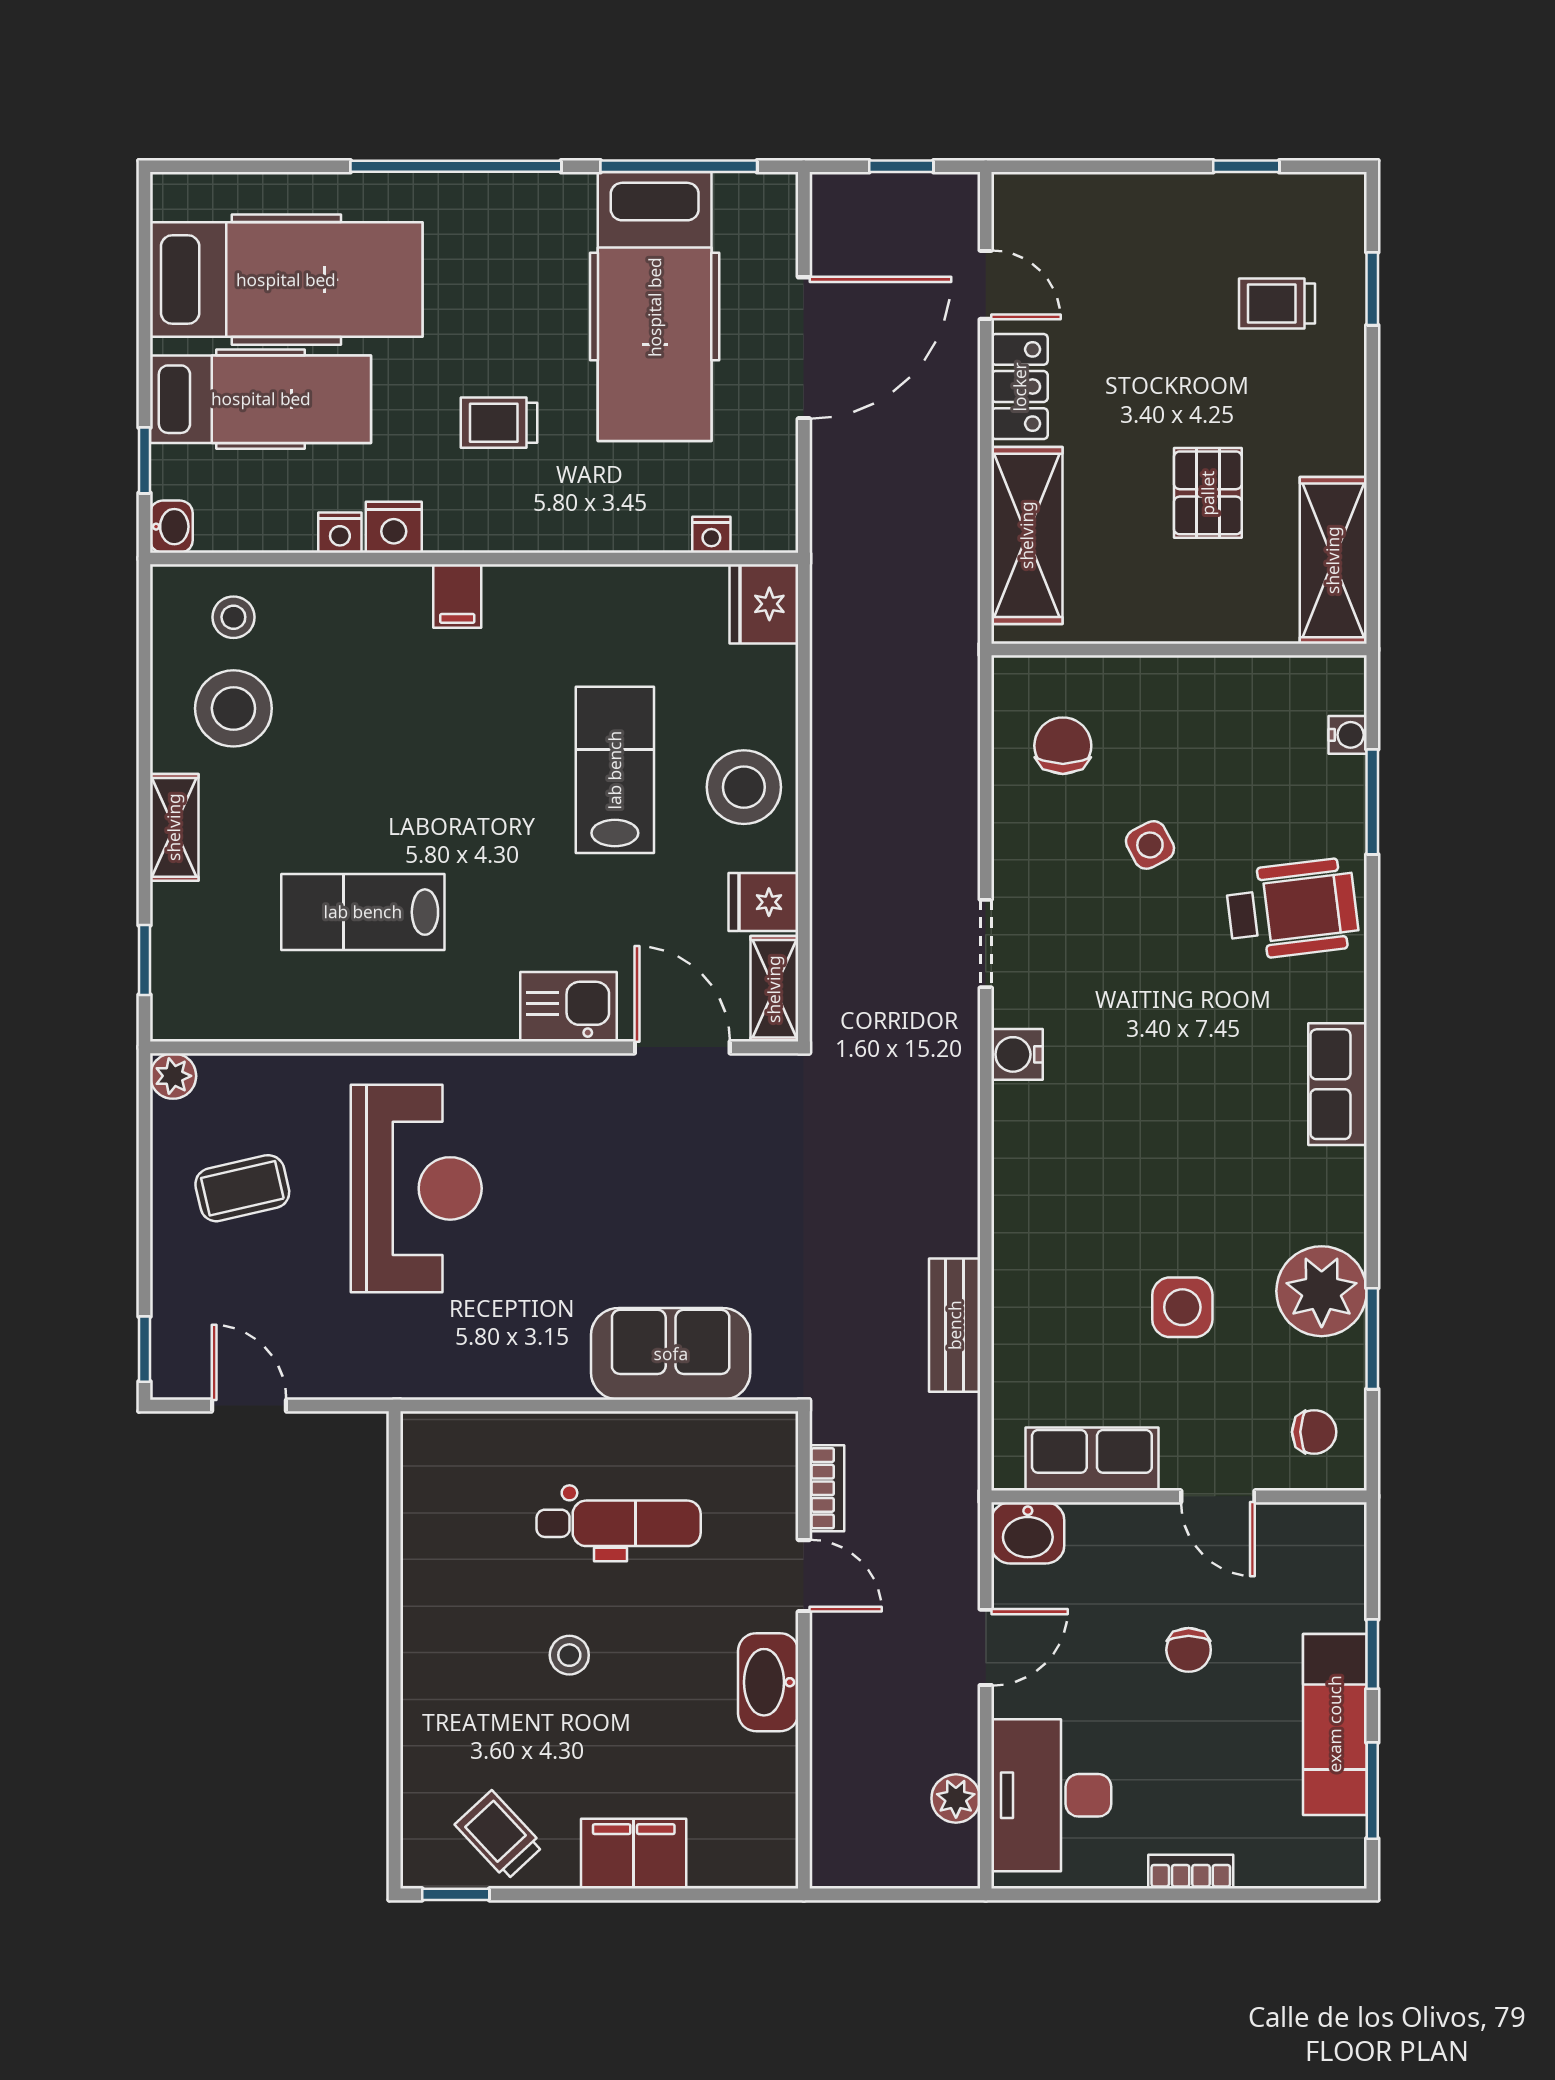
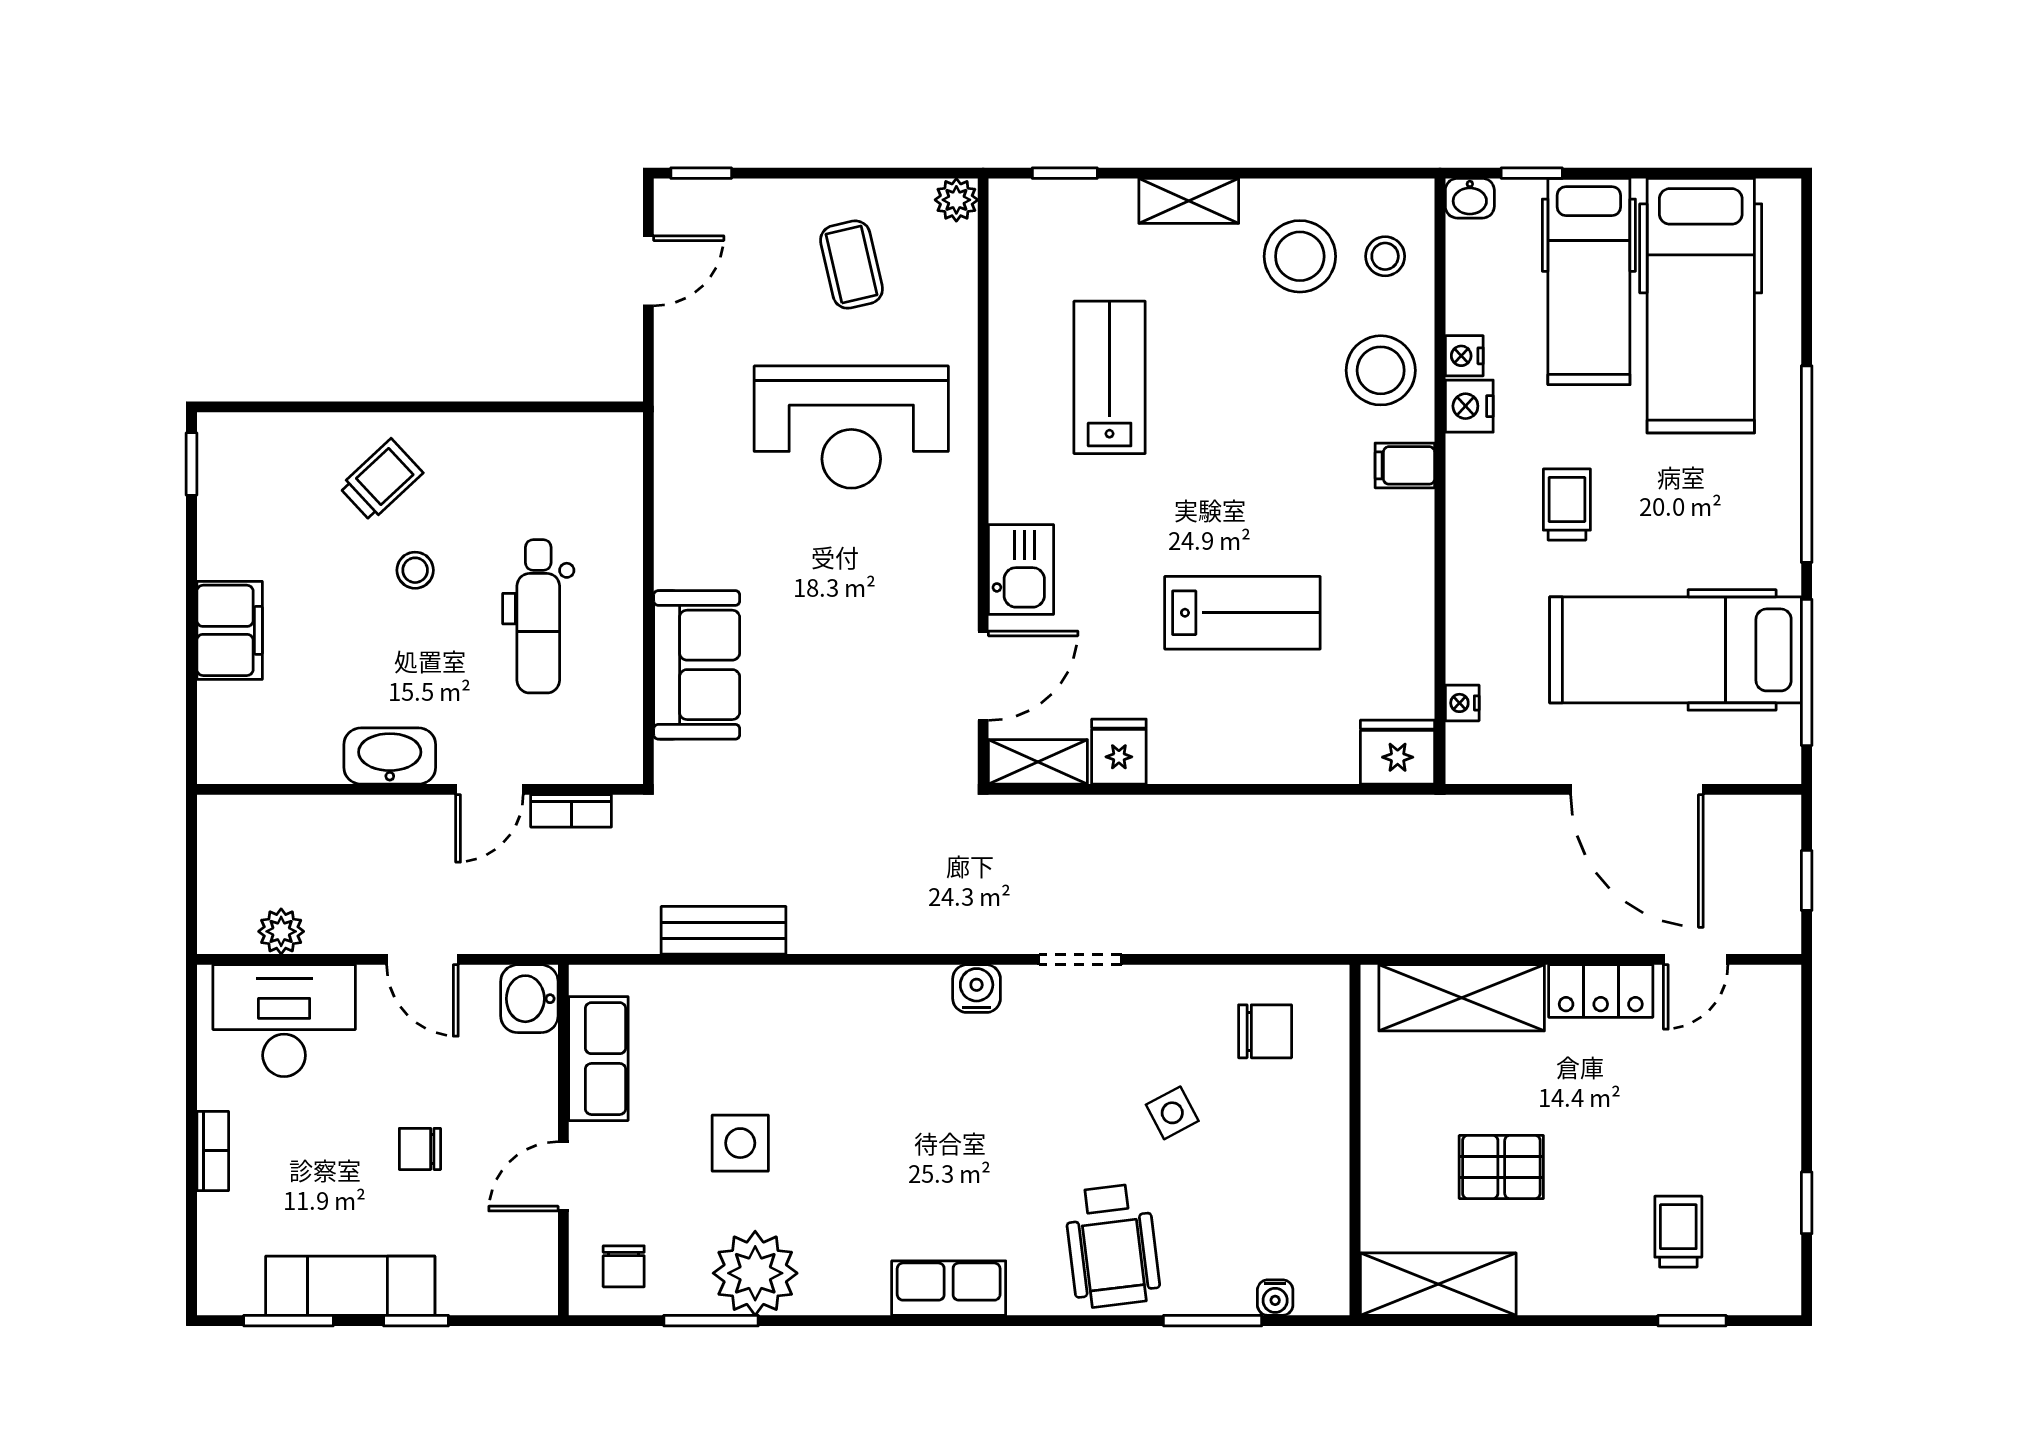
stool: (744, 787) -> (1381, 370), moved
trolley: (499, 1835) -> (381, 480), moved

